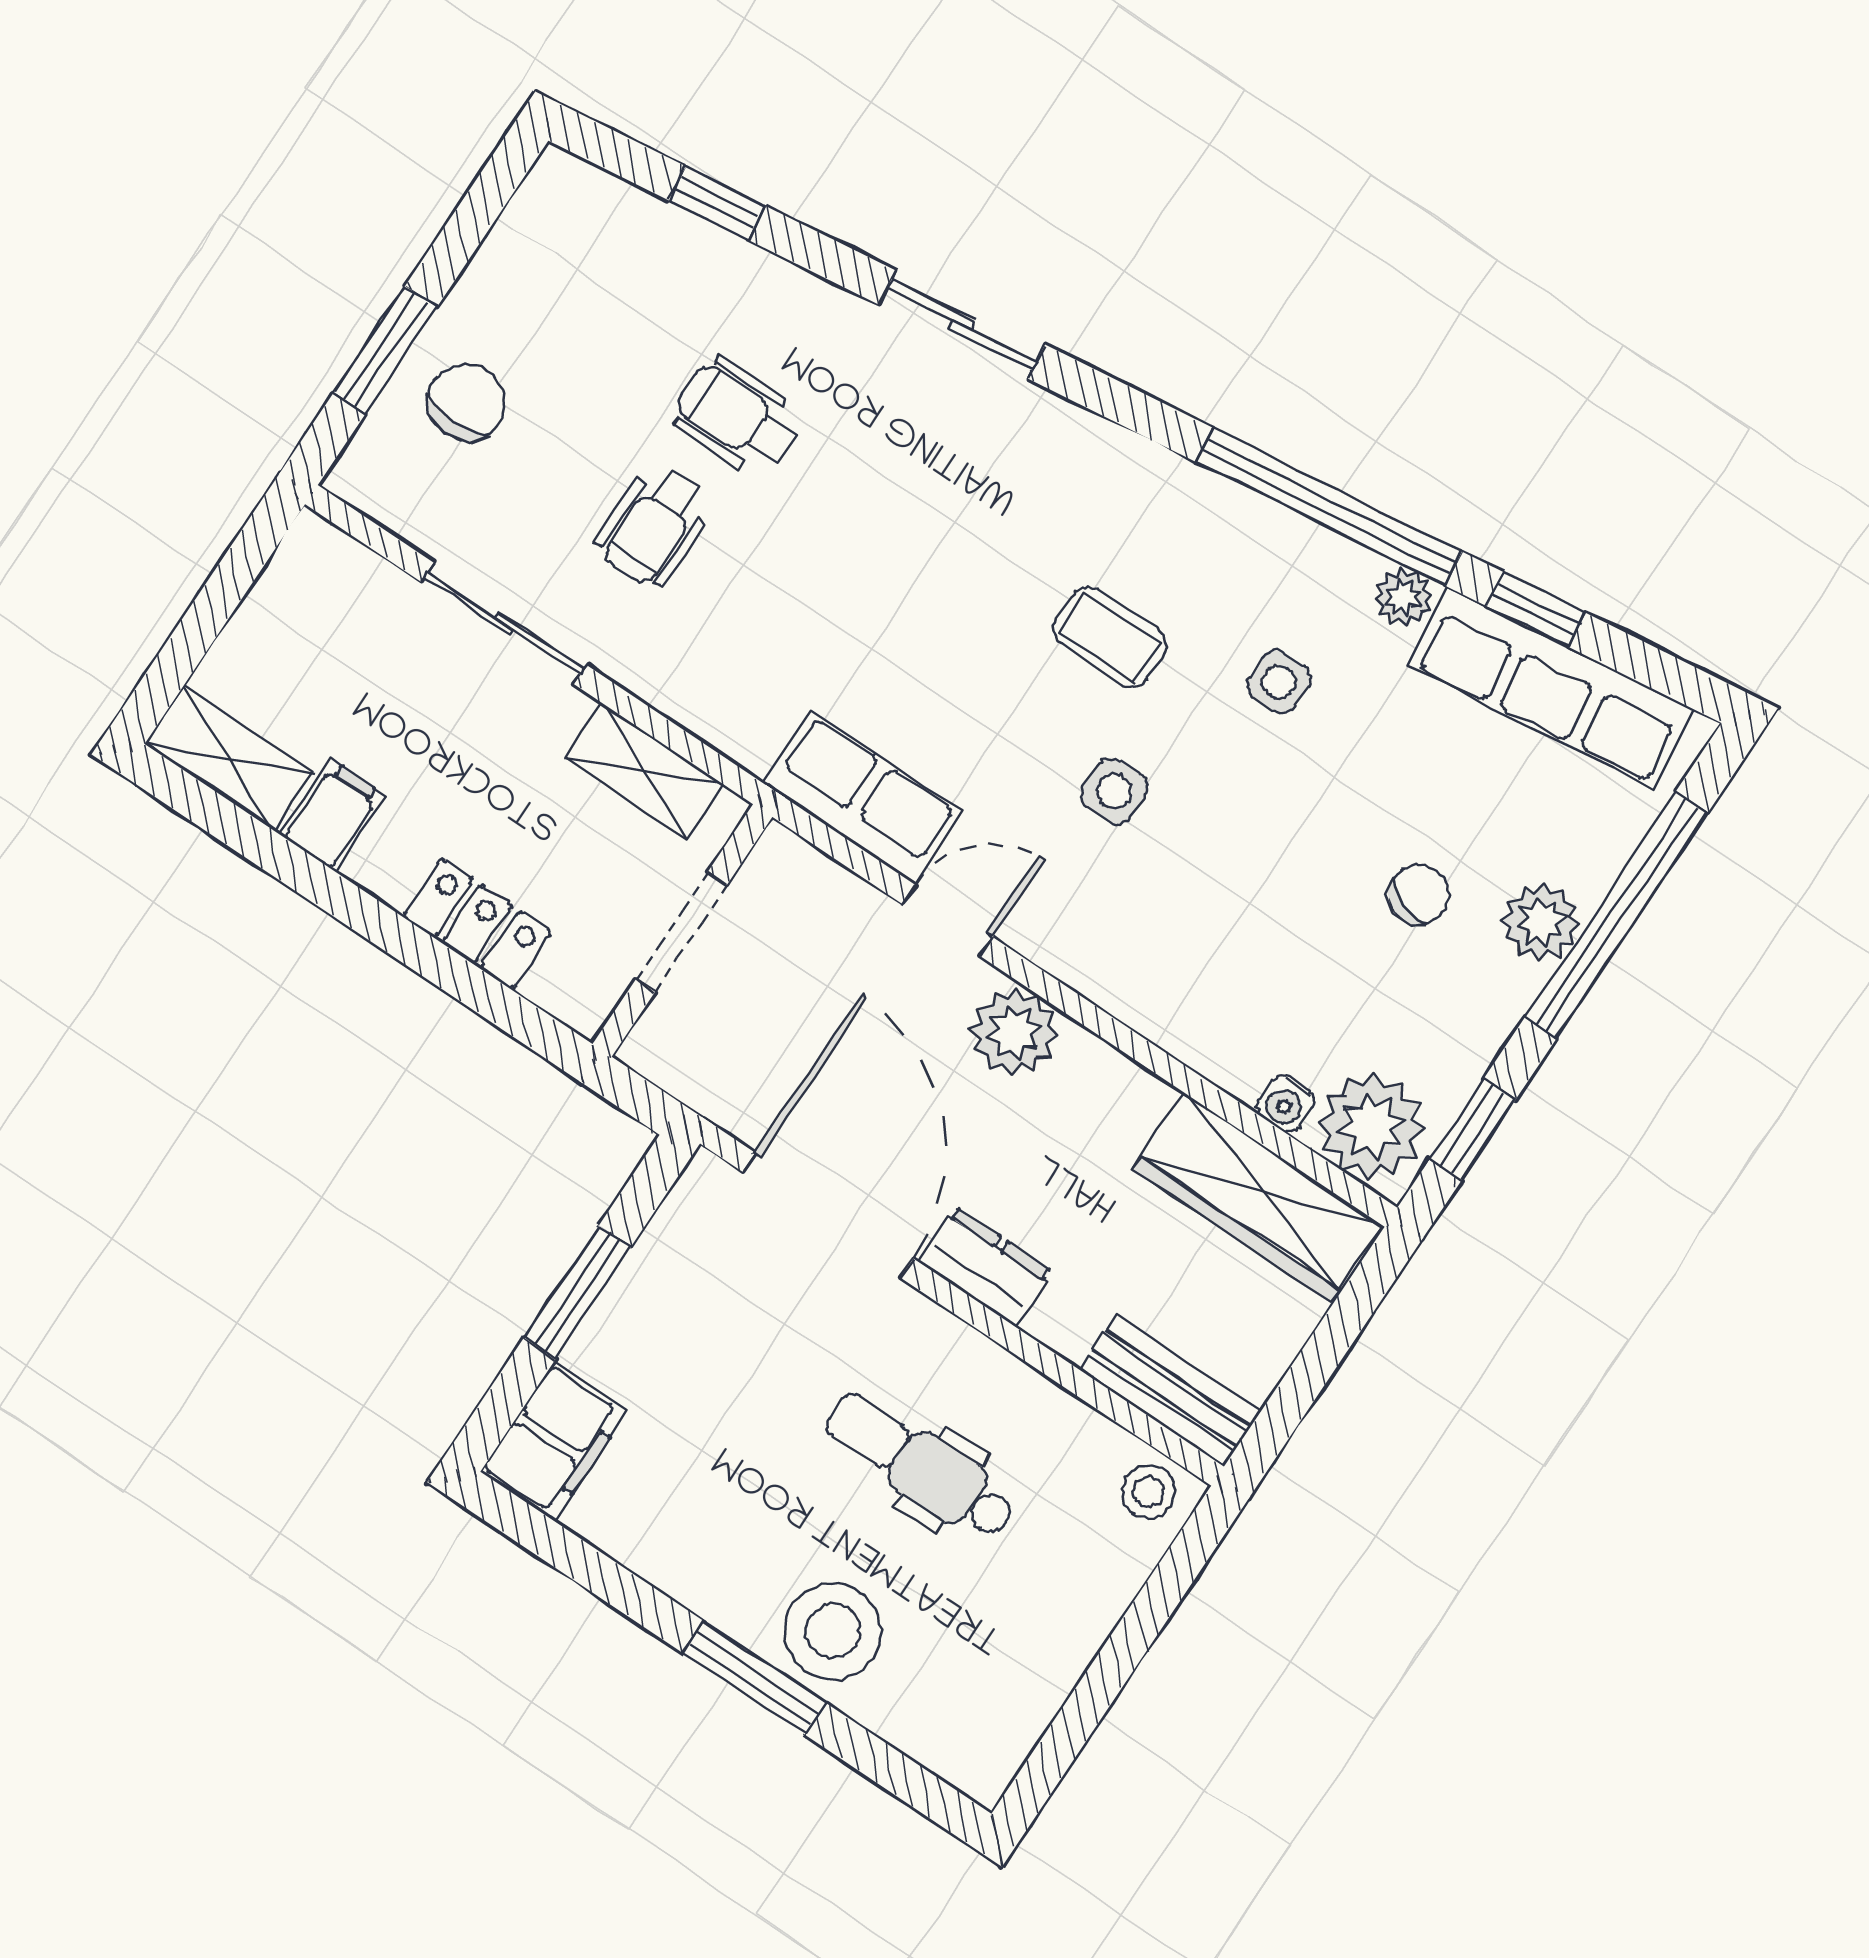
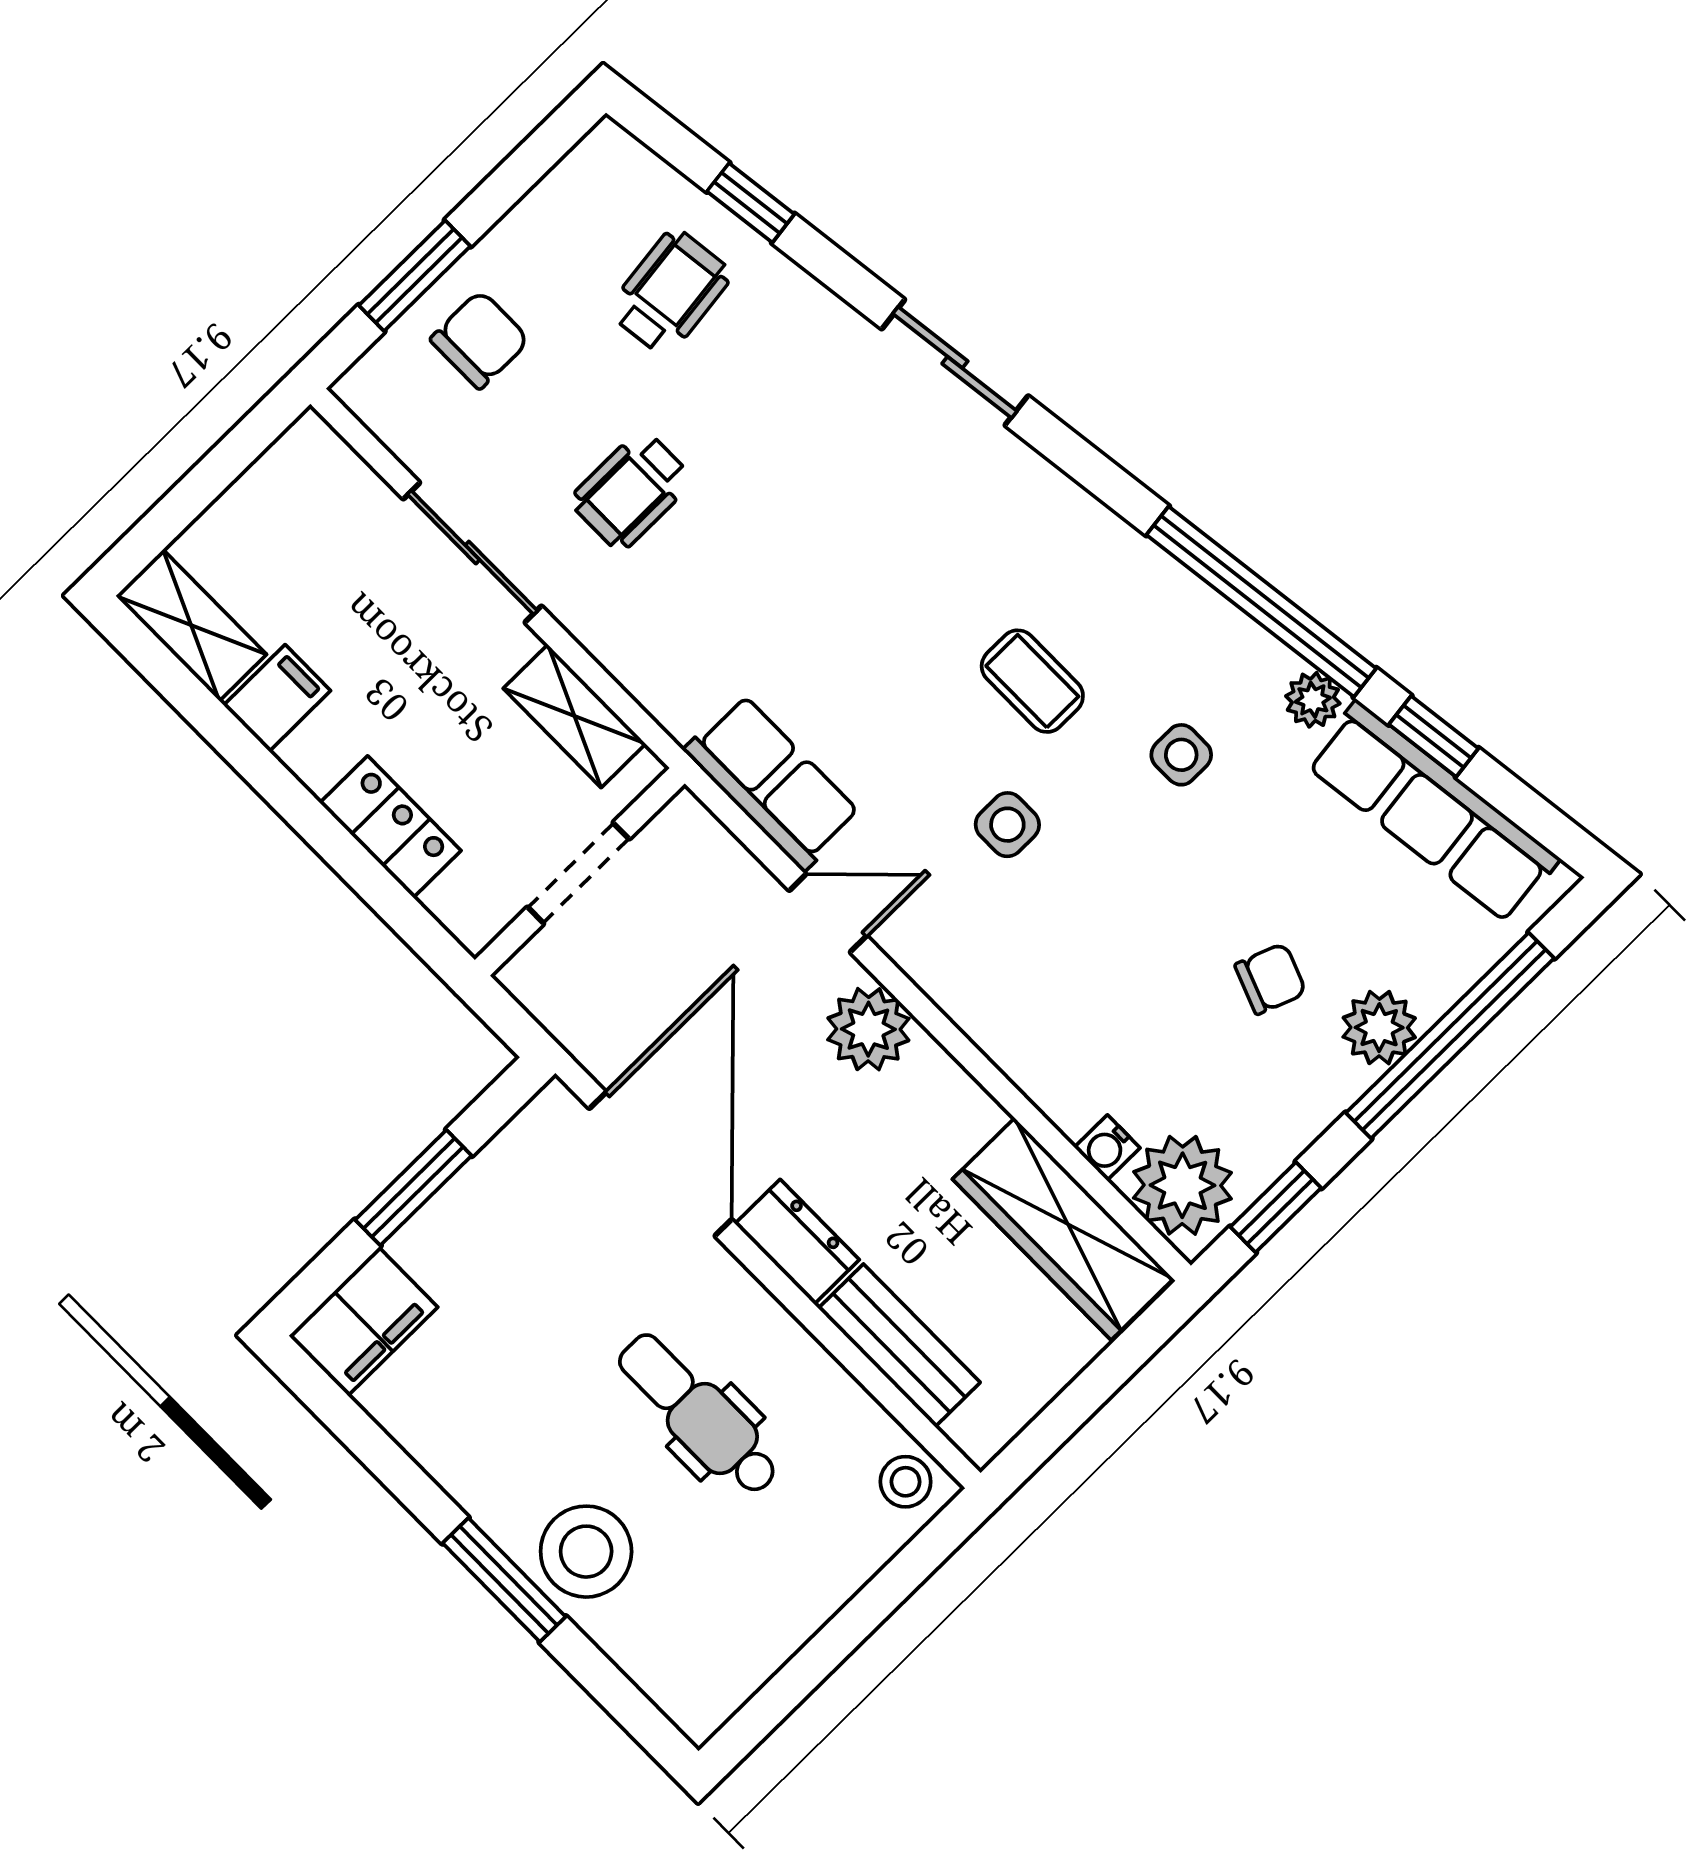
wheelchair: (737, 417) -> (670, 292), moved, turned 83
bench: (1170, 1390) -> (899, 1345), moved

